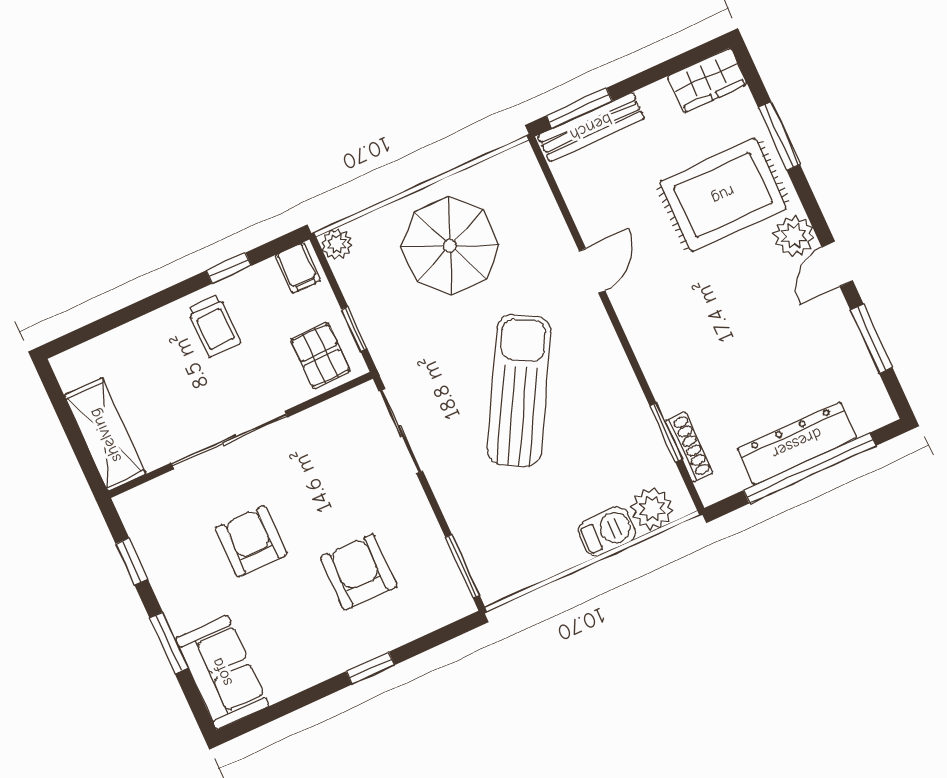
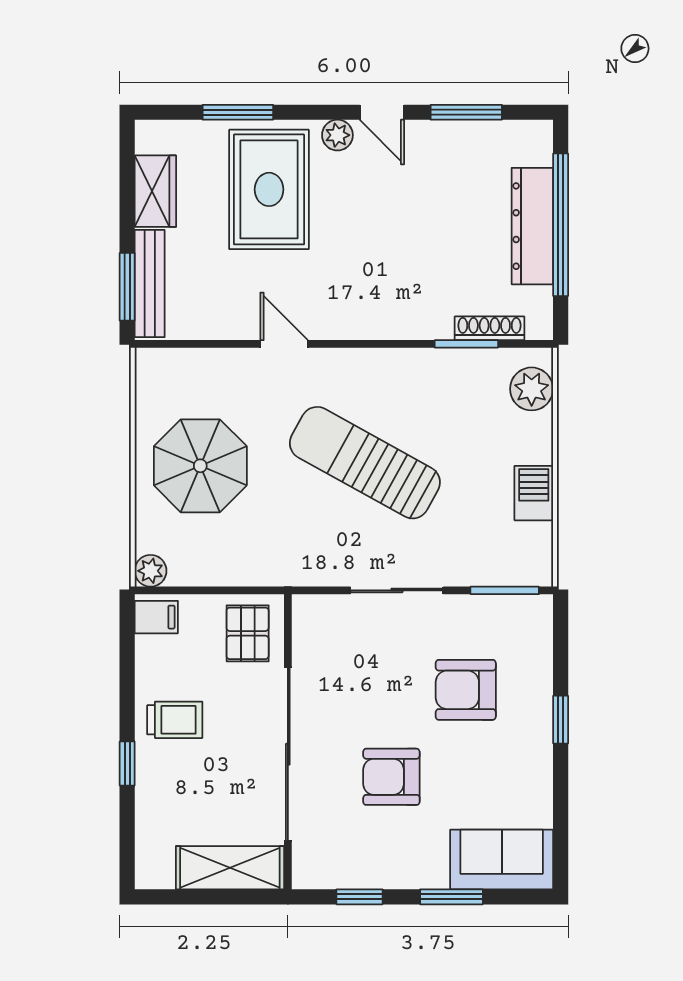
wardrobe: (707, 80) -> (155, 191), moved
plant: (794, 236) -> (337, 135), width x0.73, depth x0.73
window: (229, 268) -> (127, 764), moved
window: (354, 329) -> (237, 590), removed
pallet: (320, 355) -> (248, 633), turned 90
sliding door: (401, 431) -> (397, 590), moved
sliding door: (229, 440) -> (288, 754), width x1.36
barbecue: (607, 532) -> (534, 493), moved

